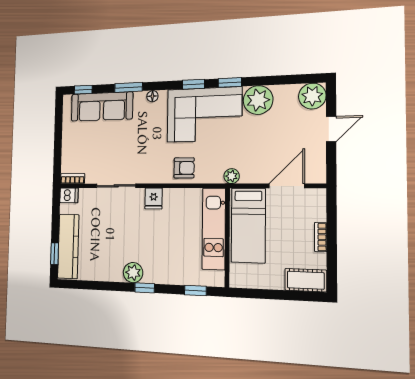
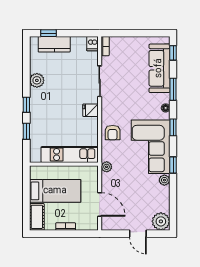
window: (193, 84) -> (173, 127), moved
plant: (258, 100) -> (164, 180), width x0.53, depth x0.53
bed: (248, 225) -> (55, 191), moved, turned 180
kitchen counter: (68, 246) -> (54, 44), width x0.67
plant: (133, 273) -> (37, 80), moved
window: (195, 290) -> (26, 131), moved

